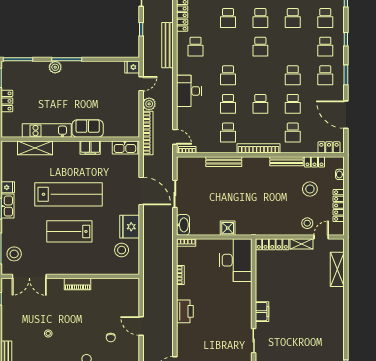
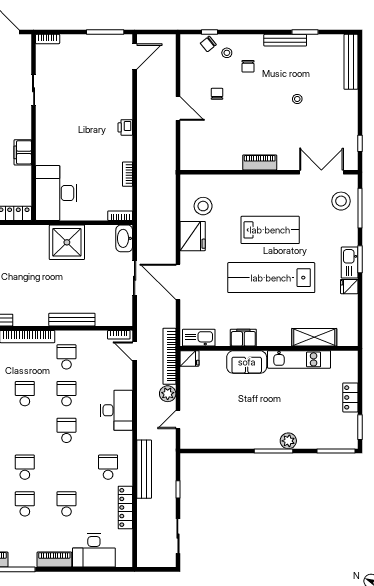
fridge: (132, 67) -> (190, 358), moved
shower: (228, 228) -> (67, 242), width x1.86, depth x1.86
printer: (185, 311) -> (125, 127), width x0.53, depth x0.68
filing cabinet: (262, 312) -> (23, 152), moved

